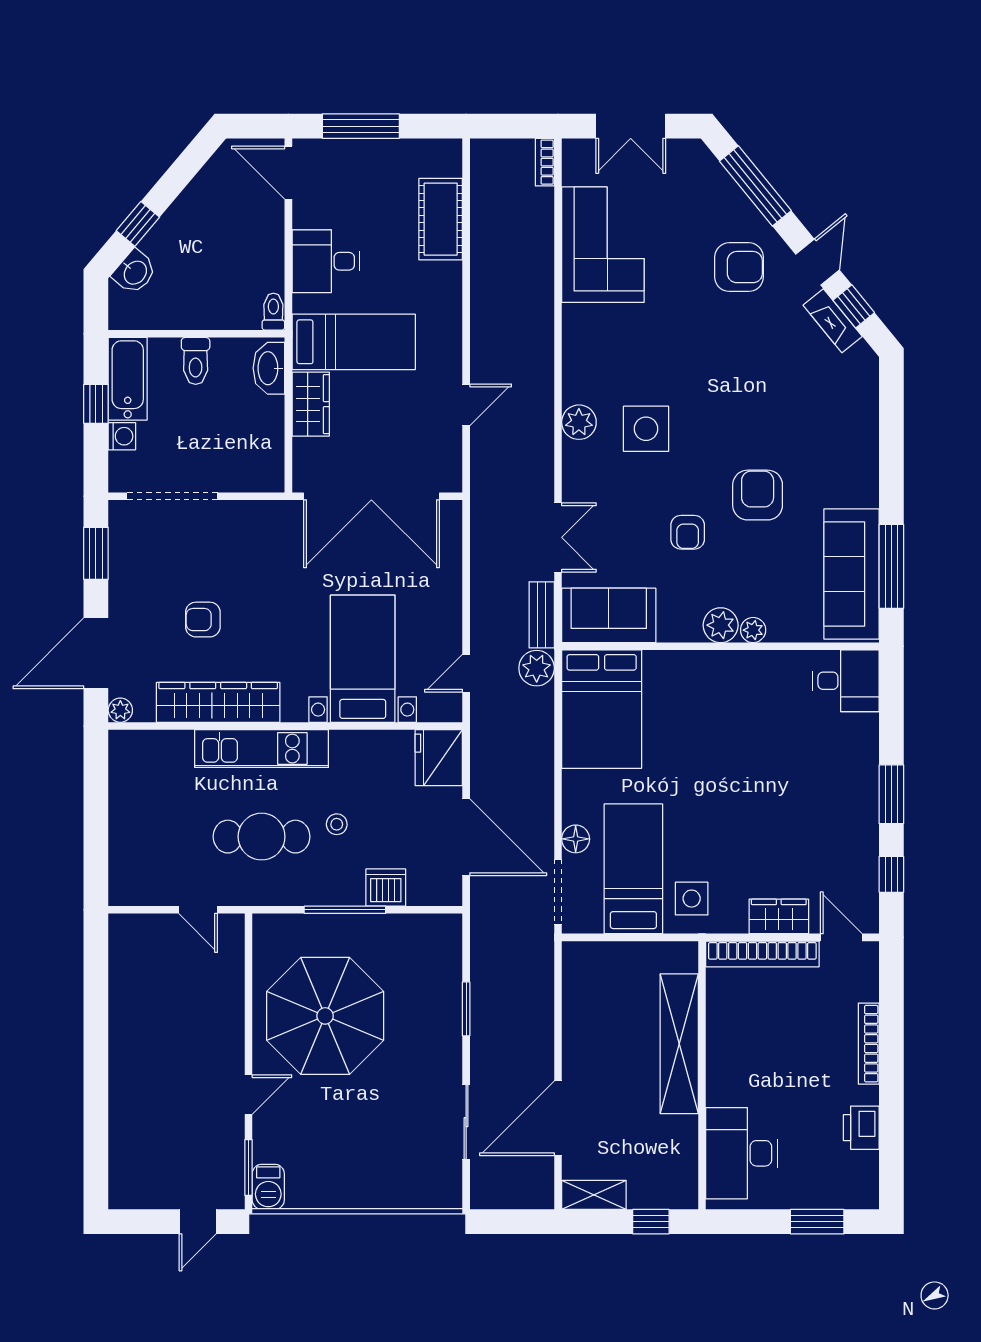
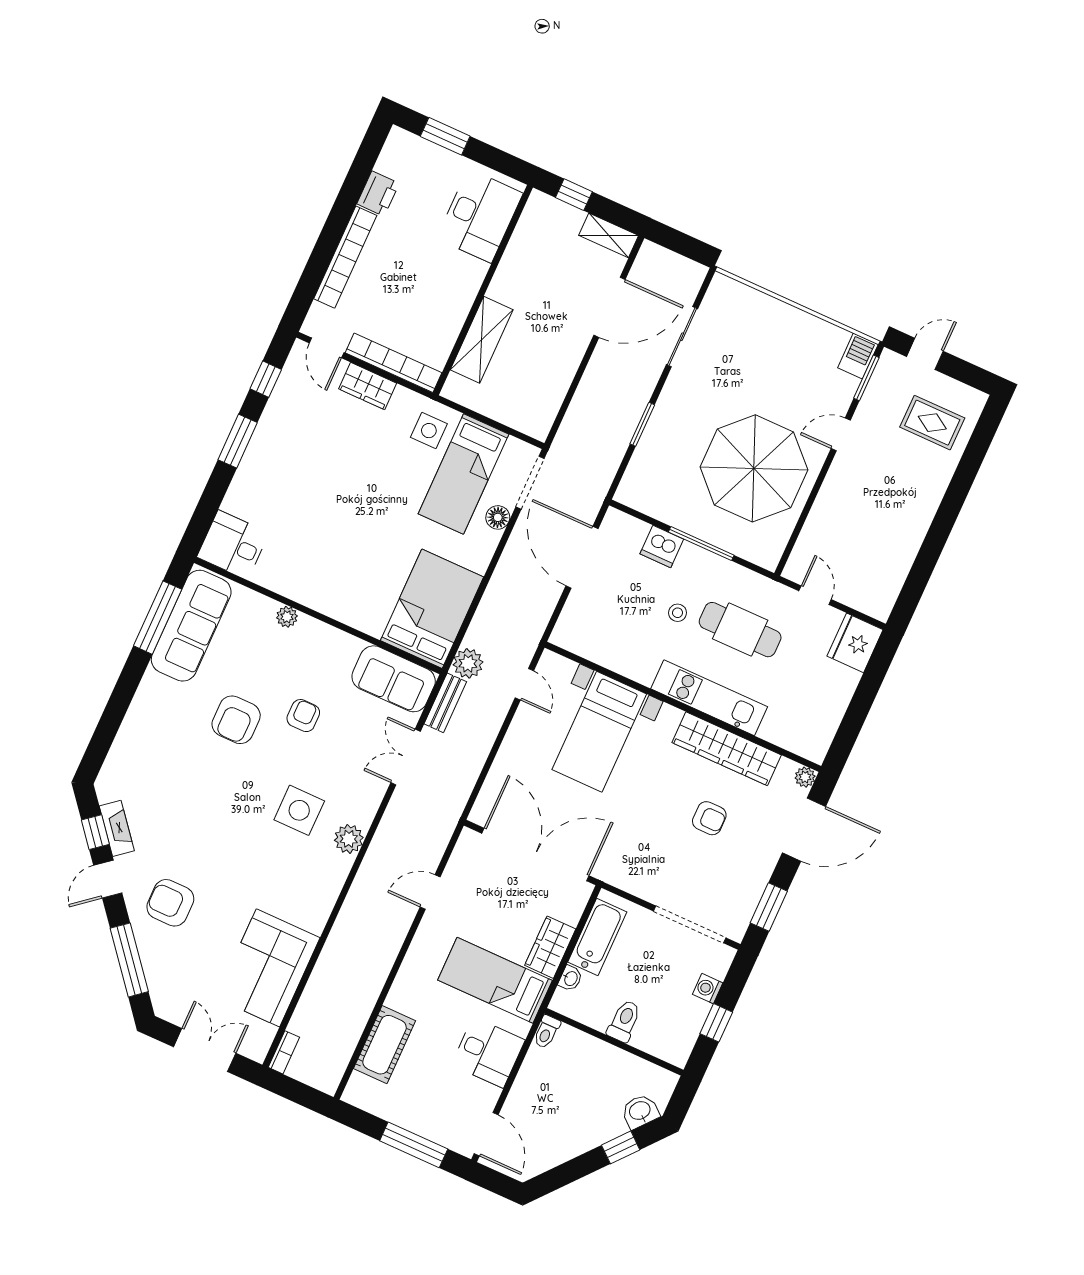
washbasin: (269, 368) -> (570, 978), width x0.52, depth x0.69
bathtub: (128, 379) -> (597, 937), moved, turned 180
plant: (721, 625) -> (310, 632), removed
door: (466, 673) -> (524, 684), hinge flipped
fridge: (439, 758) -> (855, 643), moved, turned 180
shelving: (679, 1044) -> (482, 340), width x0.68
bookcase: (869, 1044) -> (345, 257), width x1.48, depth x1.31
rug: (156, 1152) -> (932, 423), added

